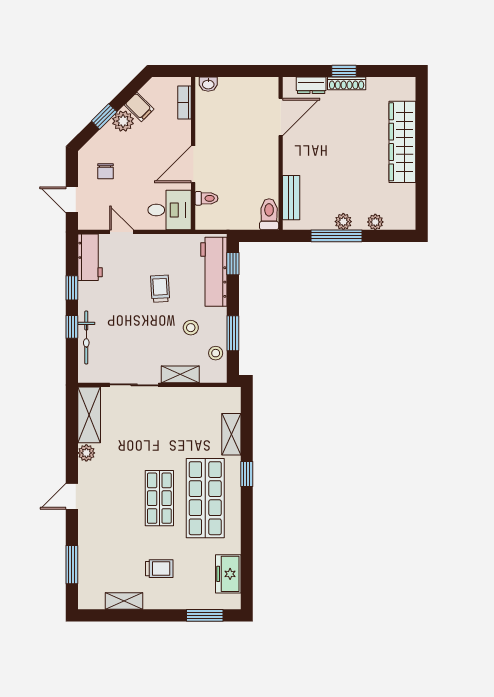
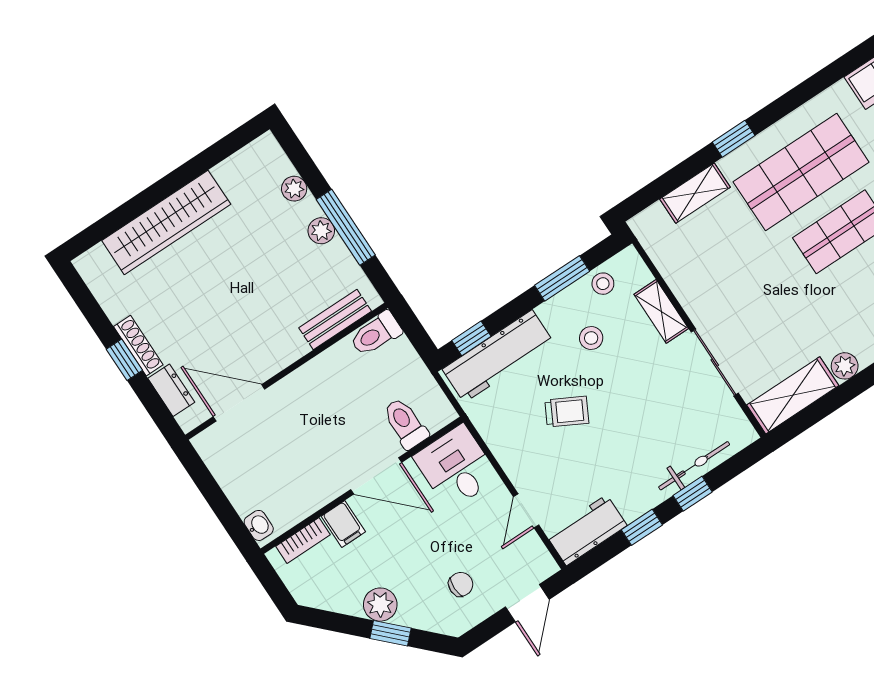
filing cabinet: (139, 107) -> (343, 524), moved, turned 135
toilet: (206, 198) -> (405, 423), width x1.37, depth x1.39
trolley: (160, 289) -> (567, 412), turned -149

